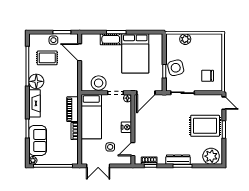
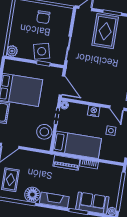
plant: (185, 39) -> (12, 51), moved
chair: (208, 76) -> (43, 17), moved

